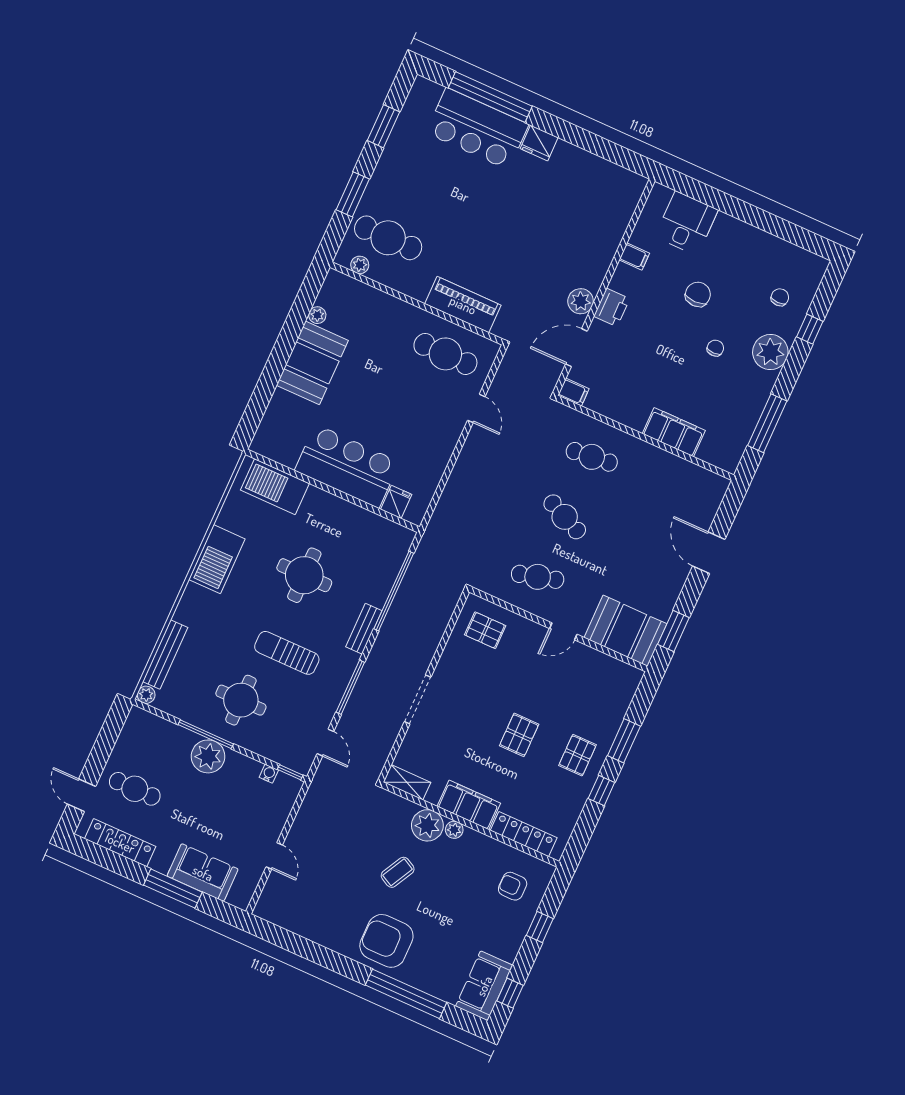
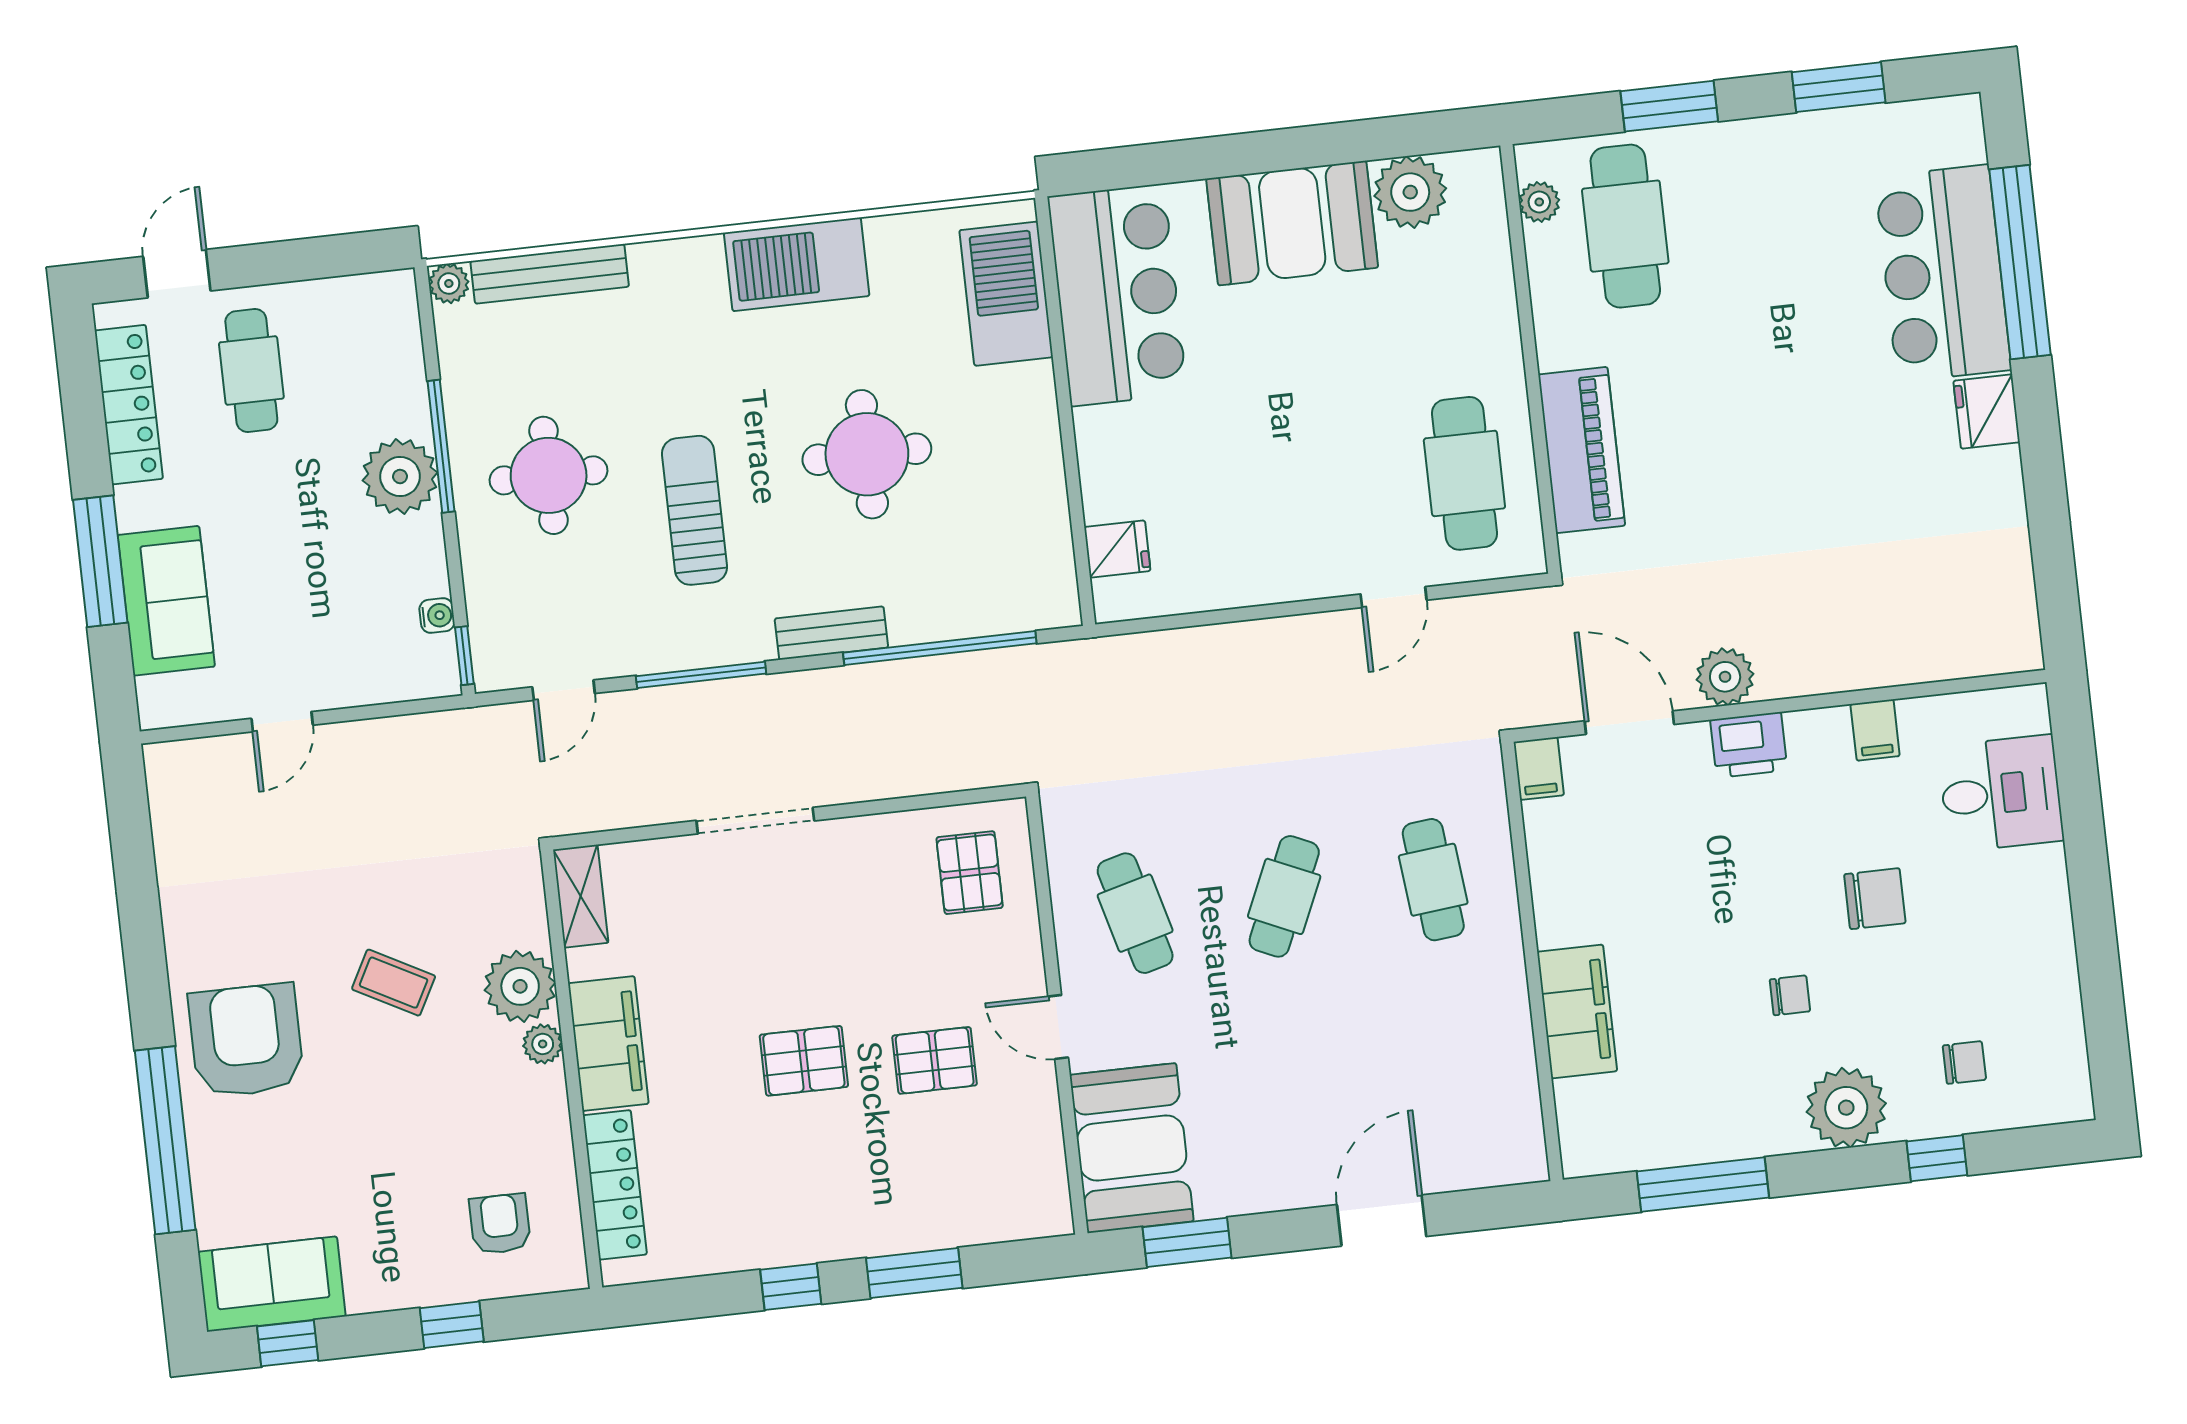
plant: (317, 315) -> (1410, 192), width x1.88, depth x1.88
bar counter: (347, 466) -> (1117, 295), moved
pallet: (577, 755) -> (935, 1060), moved

